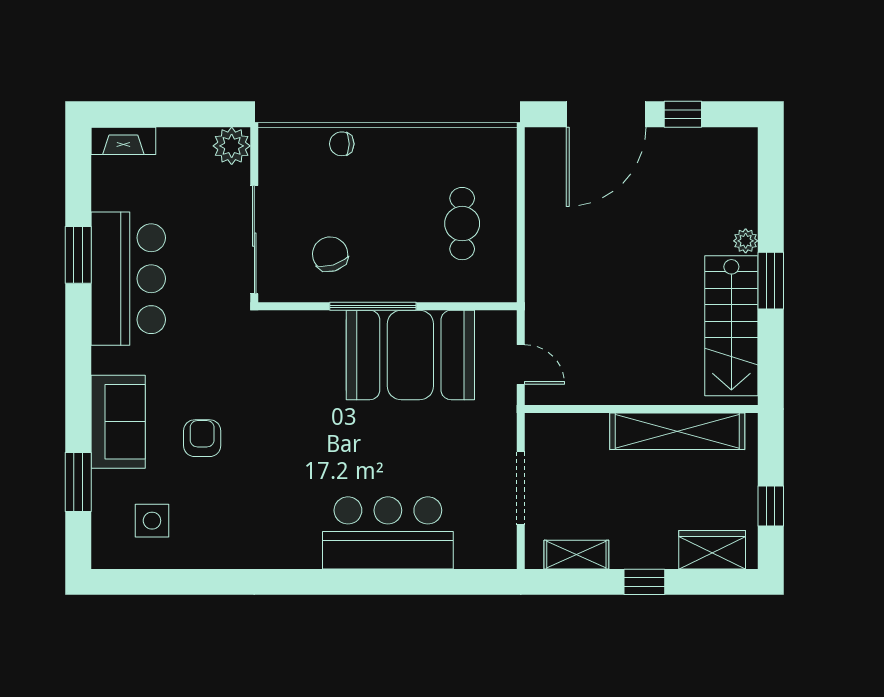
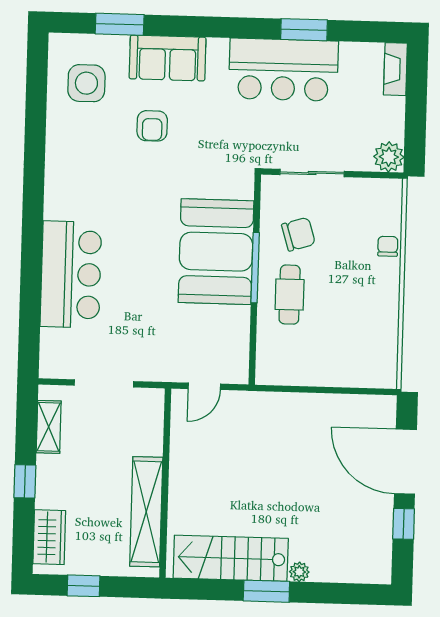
cafe table: (462, 224) -> (290, 295), moved, turned 90
sliding door: (254, 240) -> (312, 173), width x0.73
booth: (410, 355) -> (216, 252), moved
armchair: (202, 438) -> (152, 126), turned 90
side table: (152, 521) -> (86, 83), width x1.37, depth x1.37

